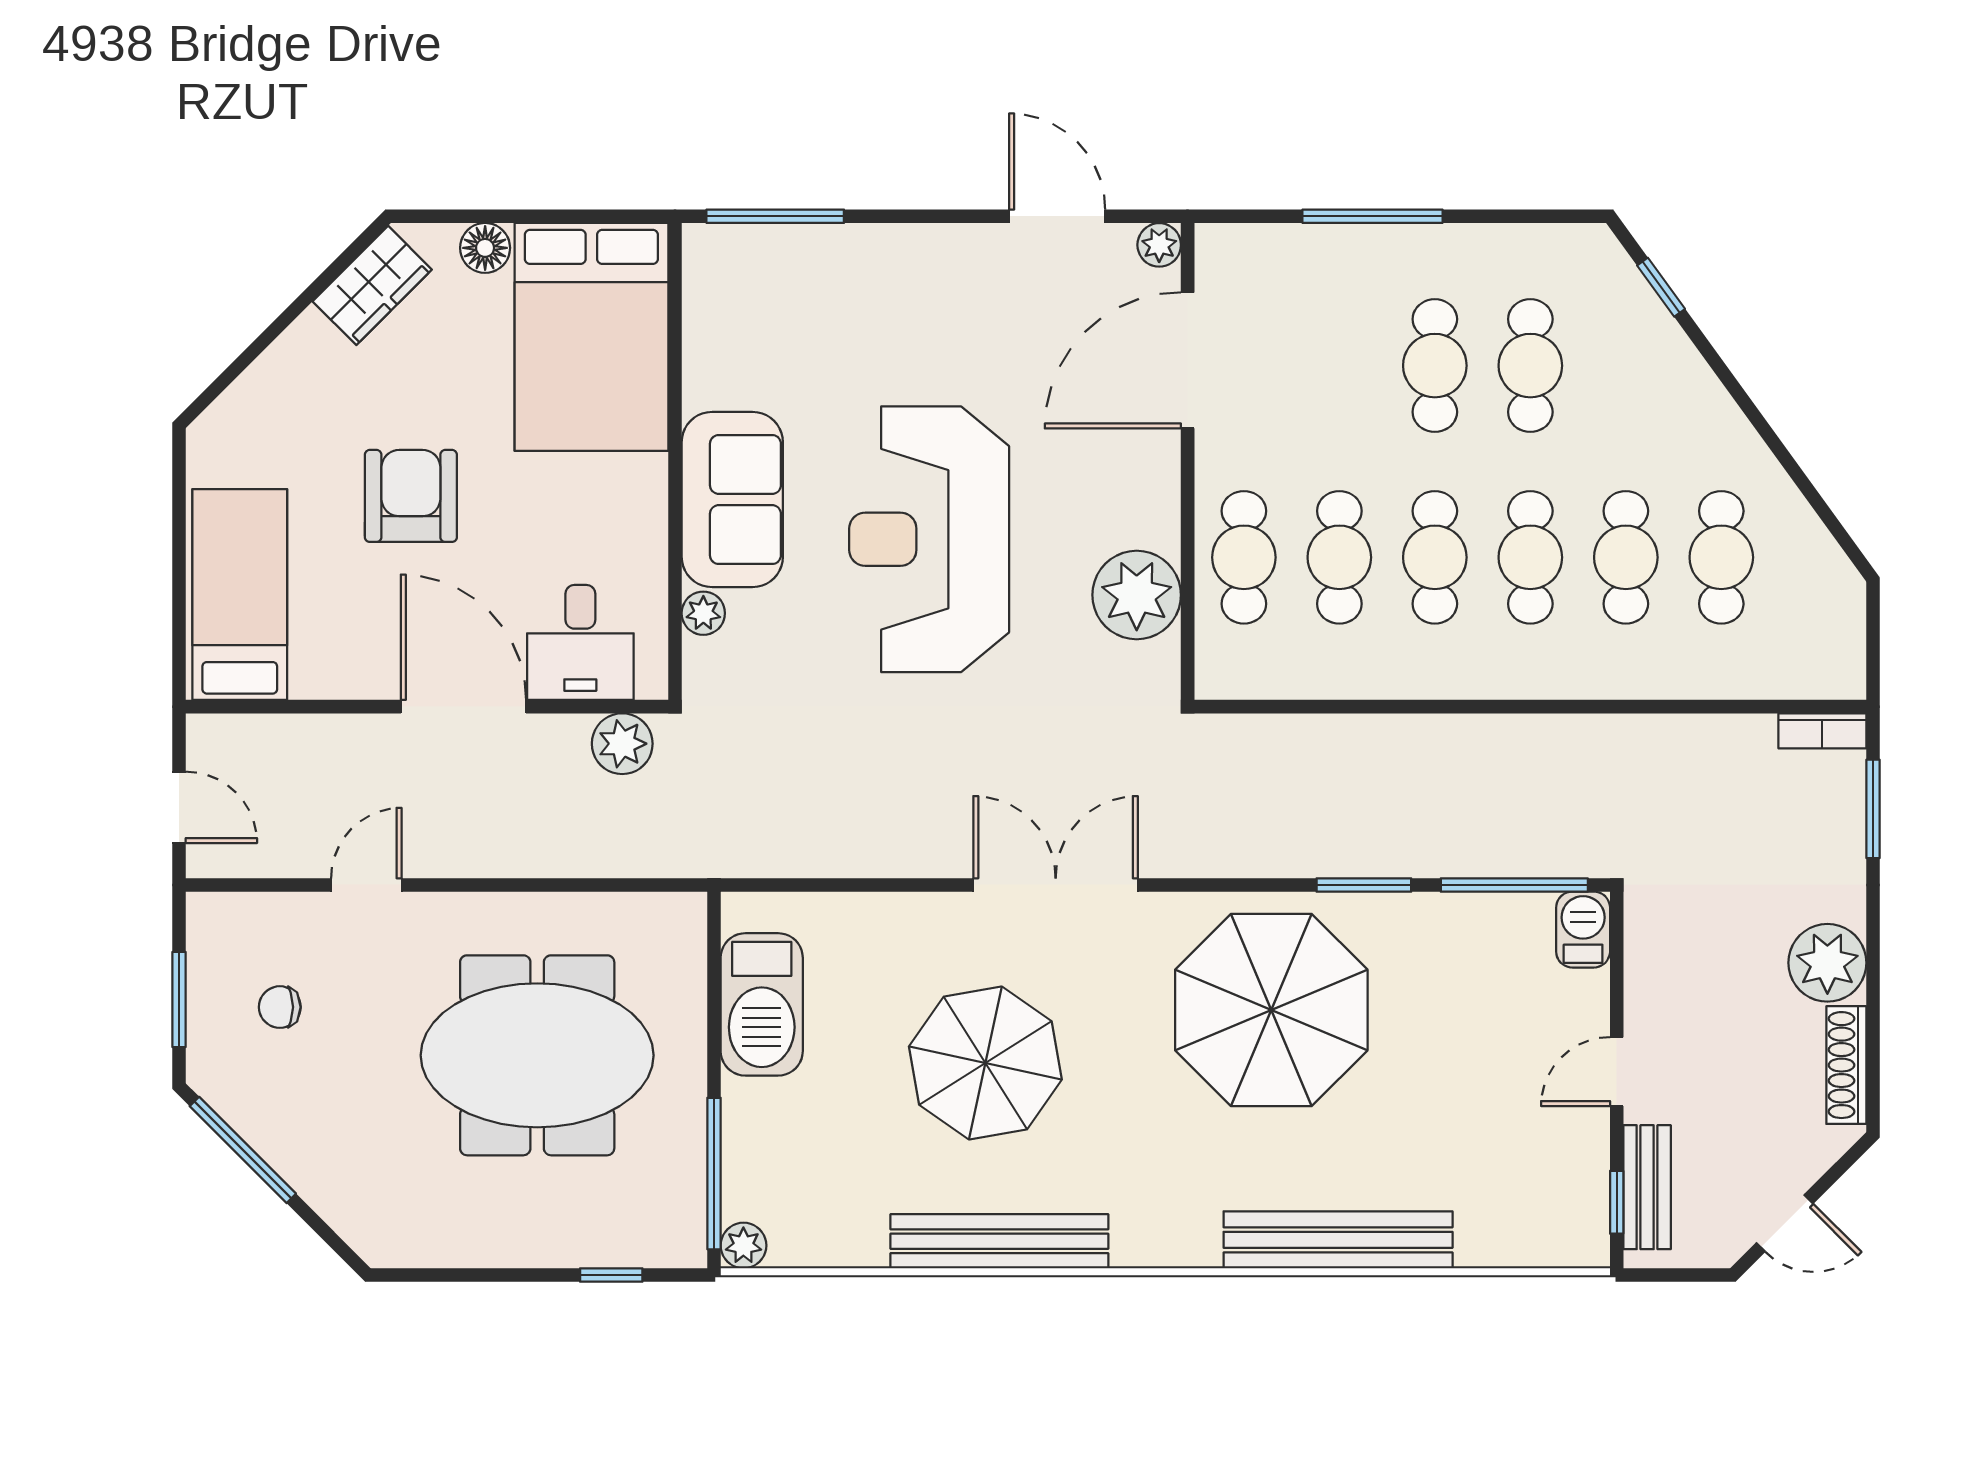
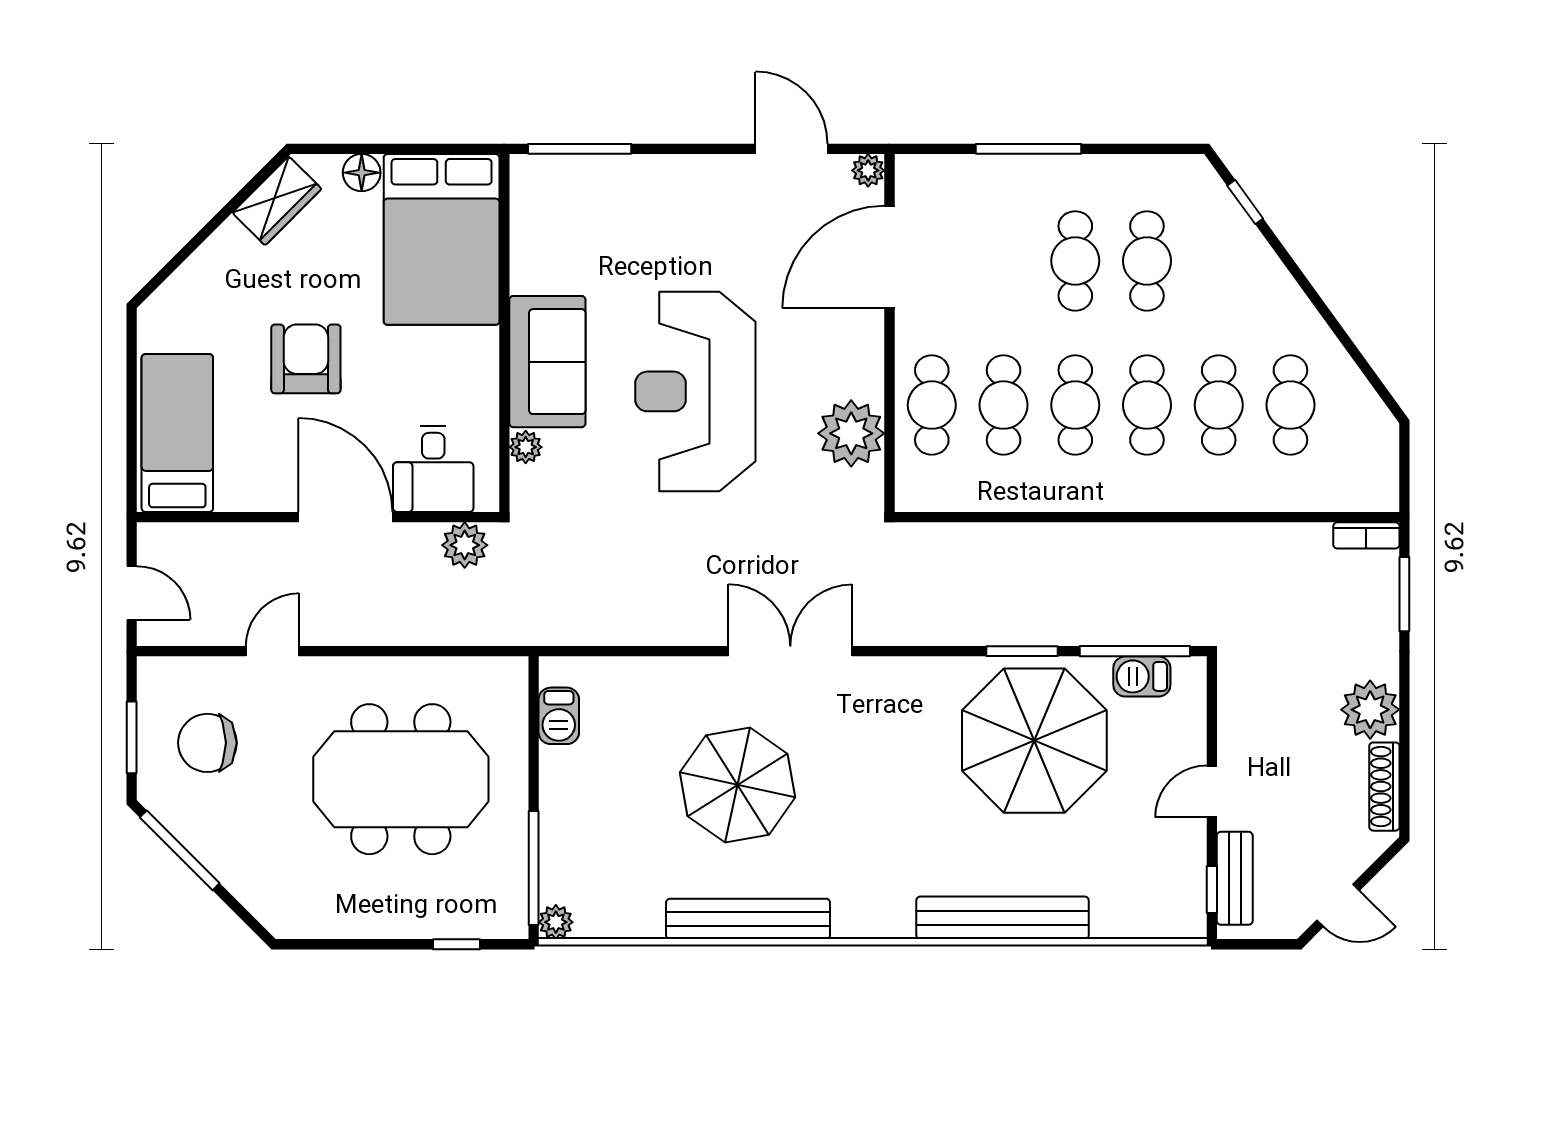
barbecue: (1583, 930) -> (1142, 676), moved, turned -90
barbecue: (762, 1004) -> (559, 716), width x0.53, depth x0.65
chair: (280, 1007) -> (207, 743), width x1.87, depth x1.87
parasol: (1271, 1010) -> (1034, 741), moved

